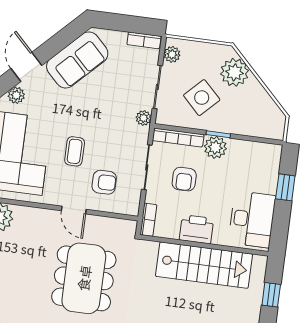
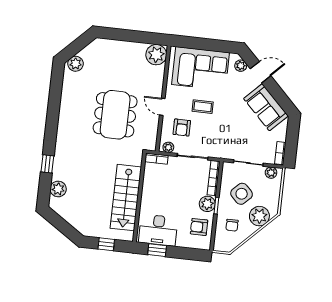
chair: (247, 112) -> (232, 225), added
plant: (144, 118) -> (168, 147), moved
armchair: (184, 179) -> (199, 227), moved
window: (285, 187) -> (157, 250), moved
door: (74, 210) -> (162, 107), hinge flipped
printer: (196, 229) -> (151, 192), removed
dining table: (84, 278) -> (115, 115), turned 90

